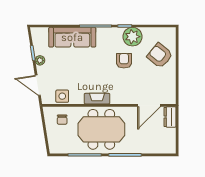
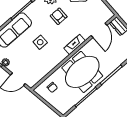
side table: (62, 96) -> (40, 42), moved
fireplace: (97, 99) -> (75, 44), moved

